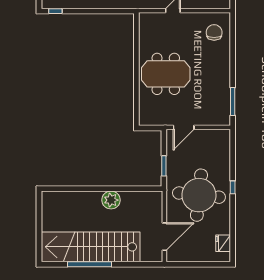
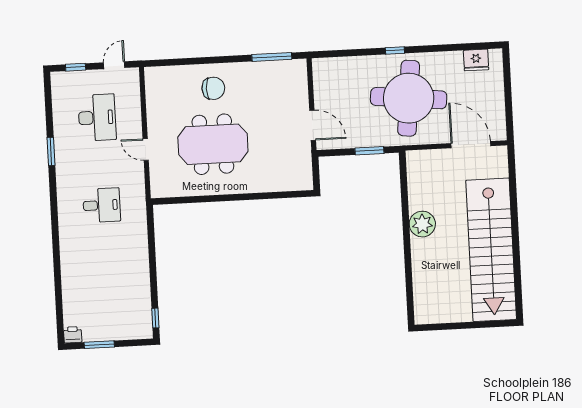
chair: (214, 32) -> (213, 88), moved, turned 180
meeting table: (166, 74) -> (213, 144), moved, turned 90
window: (89, 264) -> (516, 250), removed

